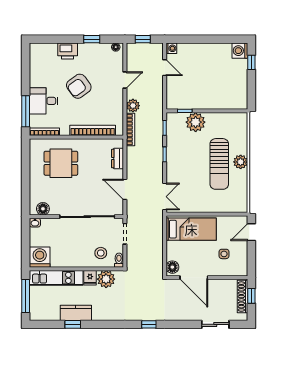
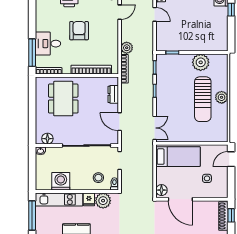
door: (125, 80) -> (120, 12), moved
armchair: (79, 86) -> (79, 31), turned 126
plant: (196, 122) -> (201, 62), moved
dining table: (61, 163) -> (63, 99), width x1.38
washing machine: (40, 257) -> (61, 181), moved

